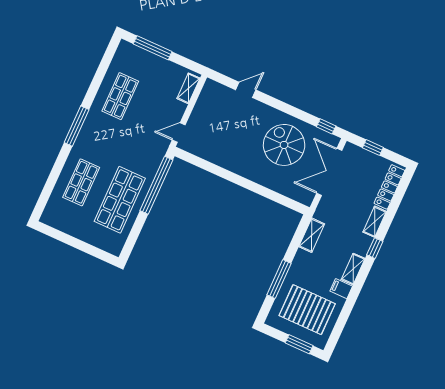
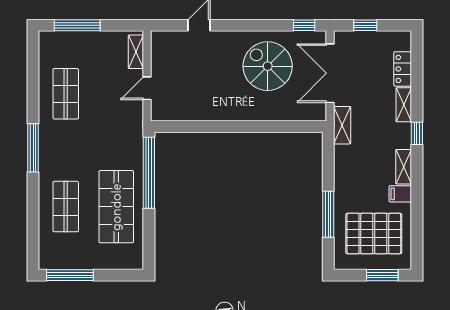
door: (179, 133) -> (147, 88), moved
locker: (389, 187) -> (403, 69), width x0.66
shelving: (312, 235) -> (342, 125), moved
window: (61, 236) -> (70, 275), added

